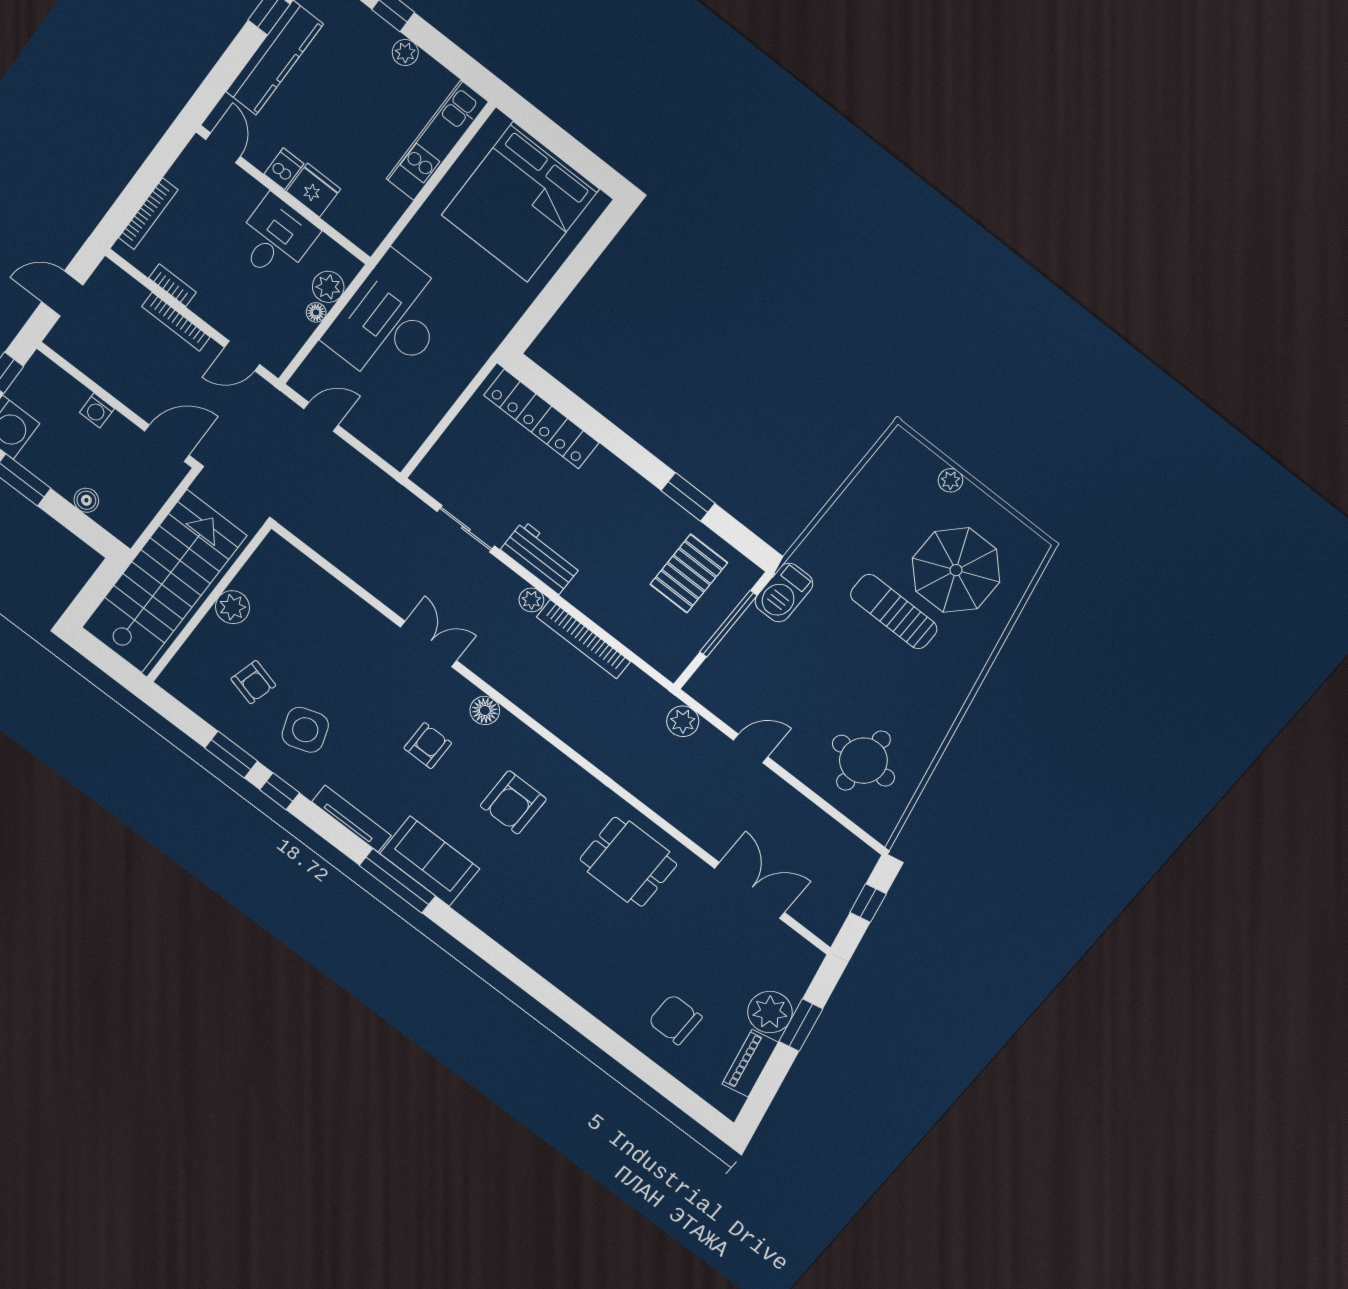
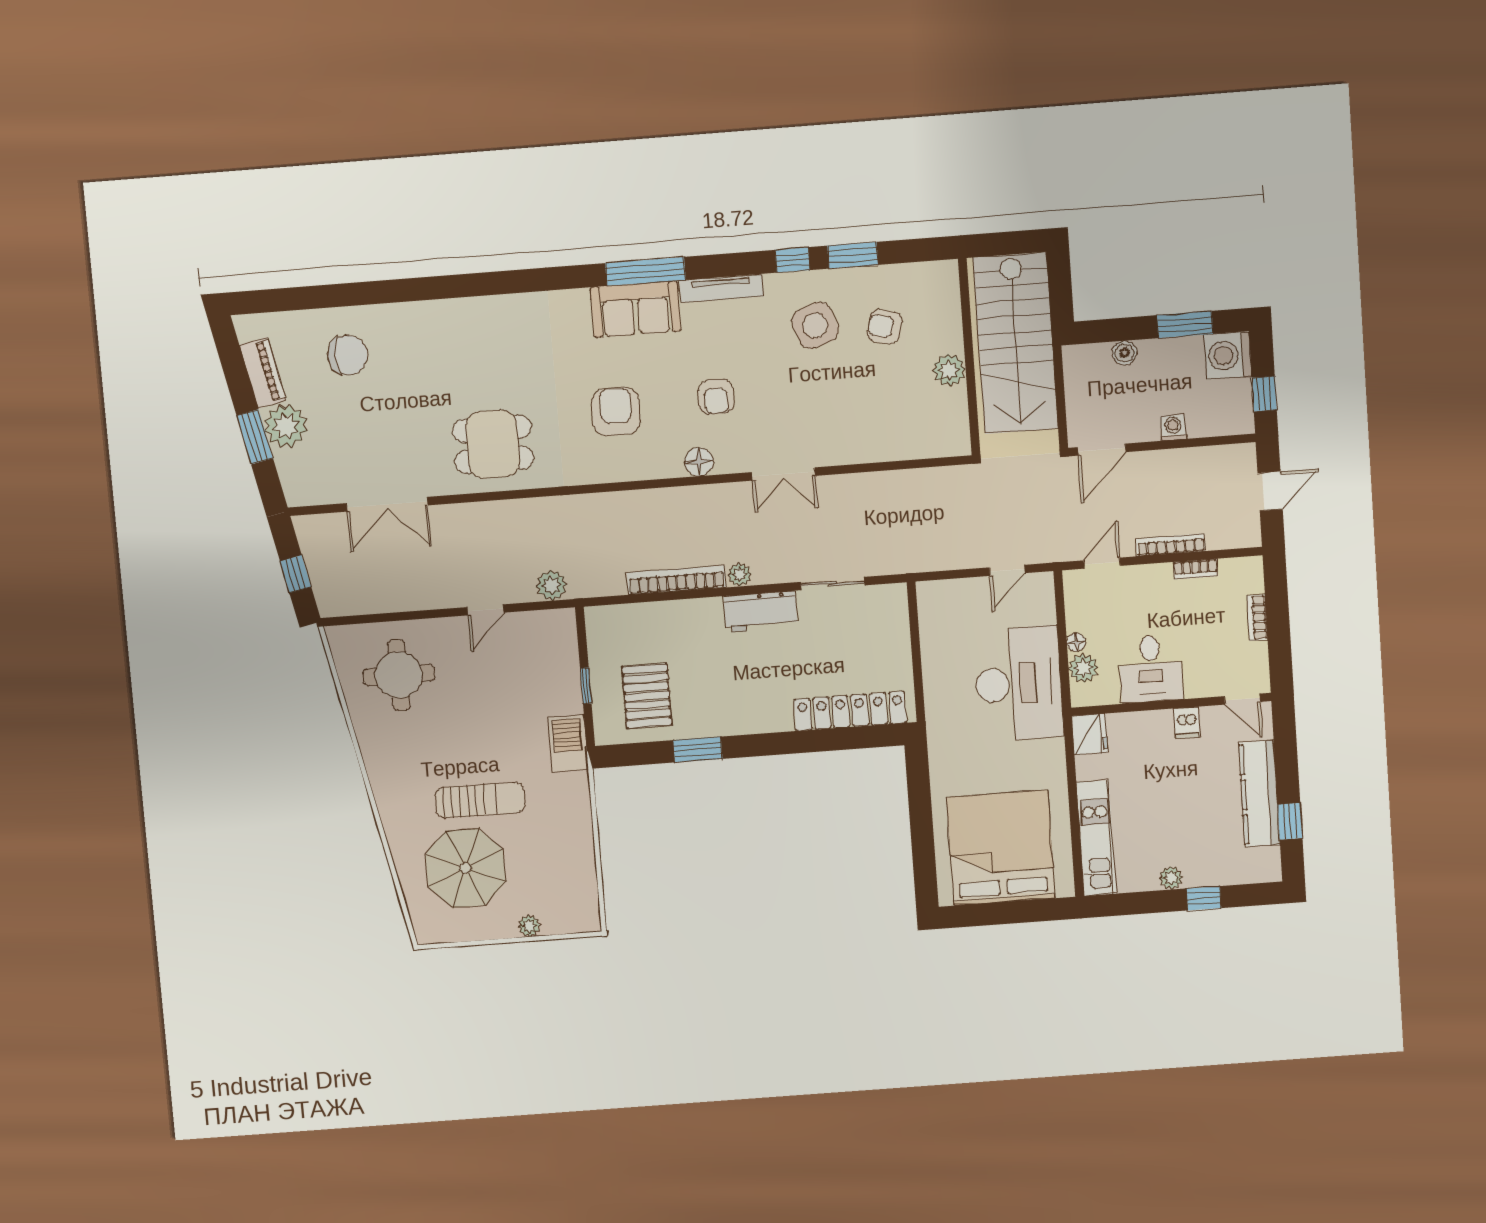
fridge: (314, 190) -> (1090, 734), moved, turned -90
bookcase: (148, 214) -> (1257, 618), width x0.64
window: (728, 624) -> (586, 686), width x0.46

